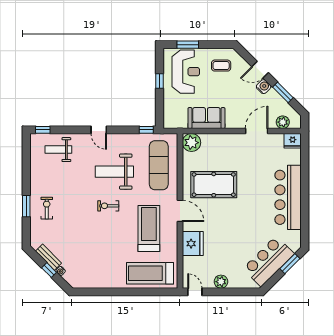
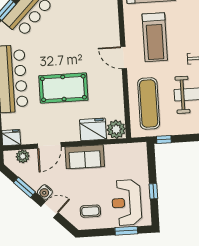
sofa: (206, 118) -> (85, 157), moved
pool table: (214, 185) -> (63, 88), moved
fridge: (193, 244) -> (93, 129), moved, turned 90

